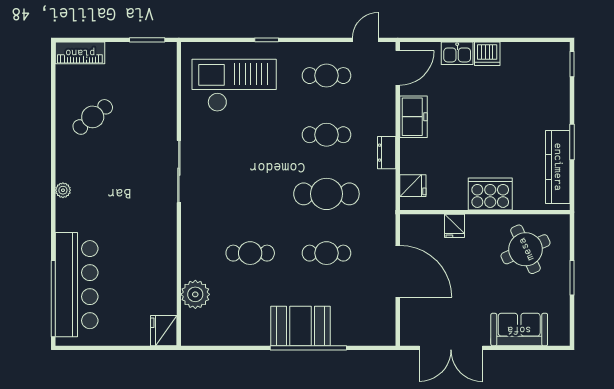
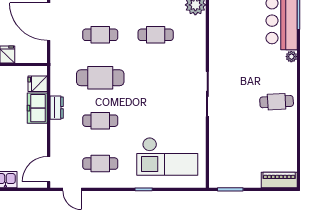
door: (365, 40) -> (72, 189), hinge flipped
cafe table: (93, 117) -> (277, 102), moved, turned 36
freezer: (413, 117) -> (37, 108), moved
plant: (63, 190) -> (291, 57), moved

